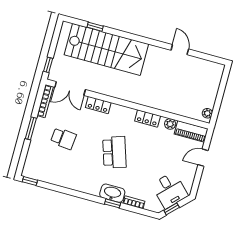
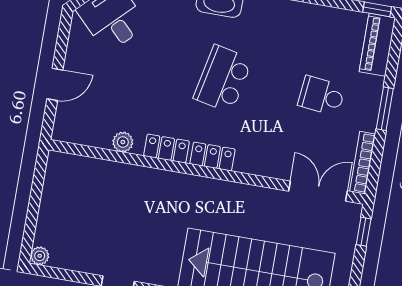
locker: (98, 105) -> (212, 156), moved
plant: (207, 113) -> (40, 256), moved
piano: (191, 131) -> (377, 45), moved, turned -90
school desk: (114, 152) -> (223, 79), turned 30

